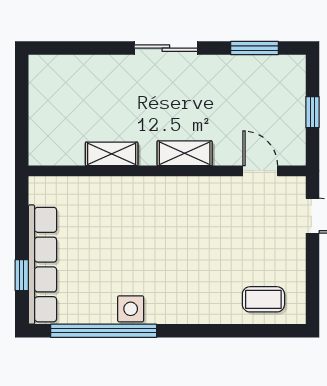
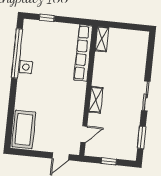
shelving: (112, 154) -> (102, 39), moved
row of seats: (43, 265) -> (83, 53), moved, turned 90
coffee table: (263, 299) -> (24, 129), width x1.86, depth x1.72

